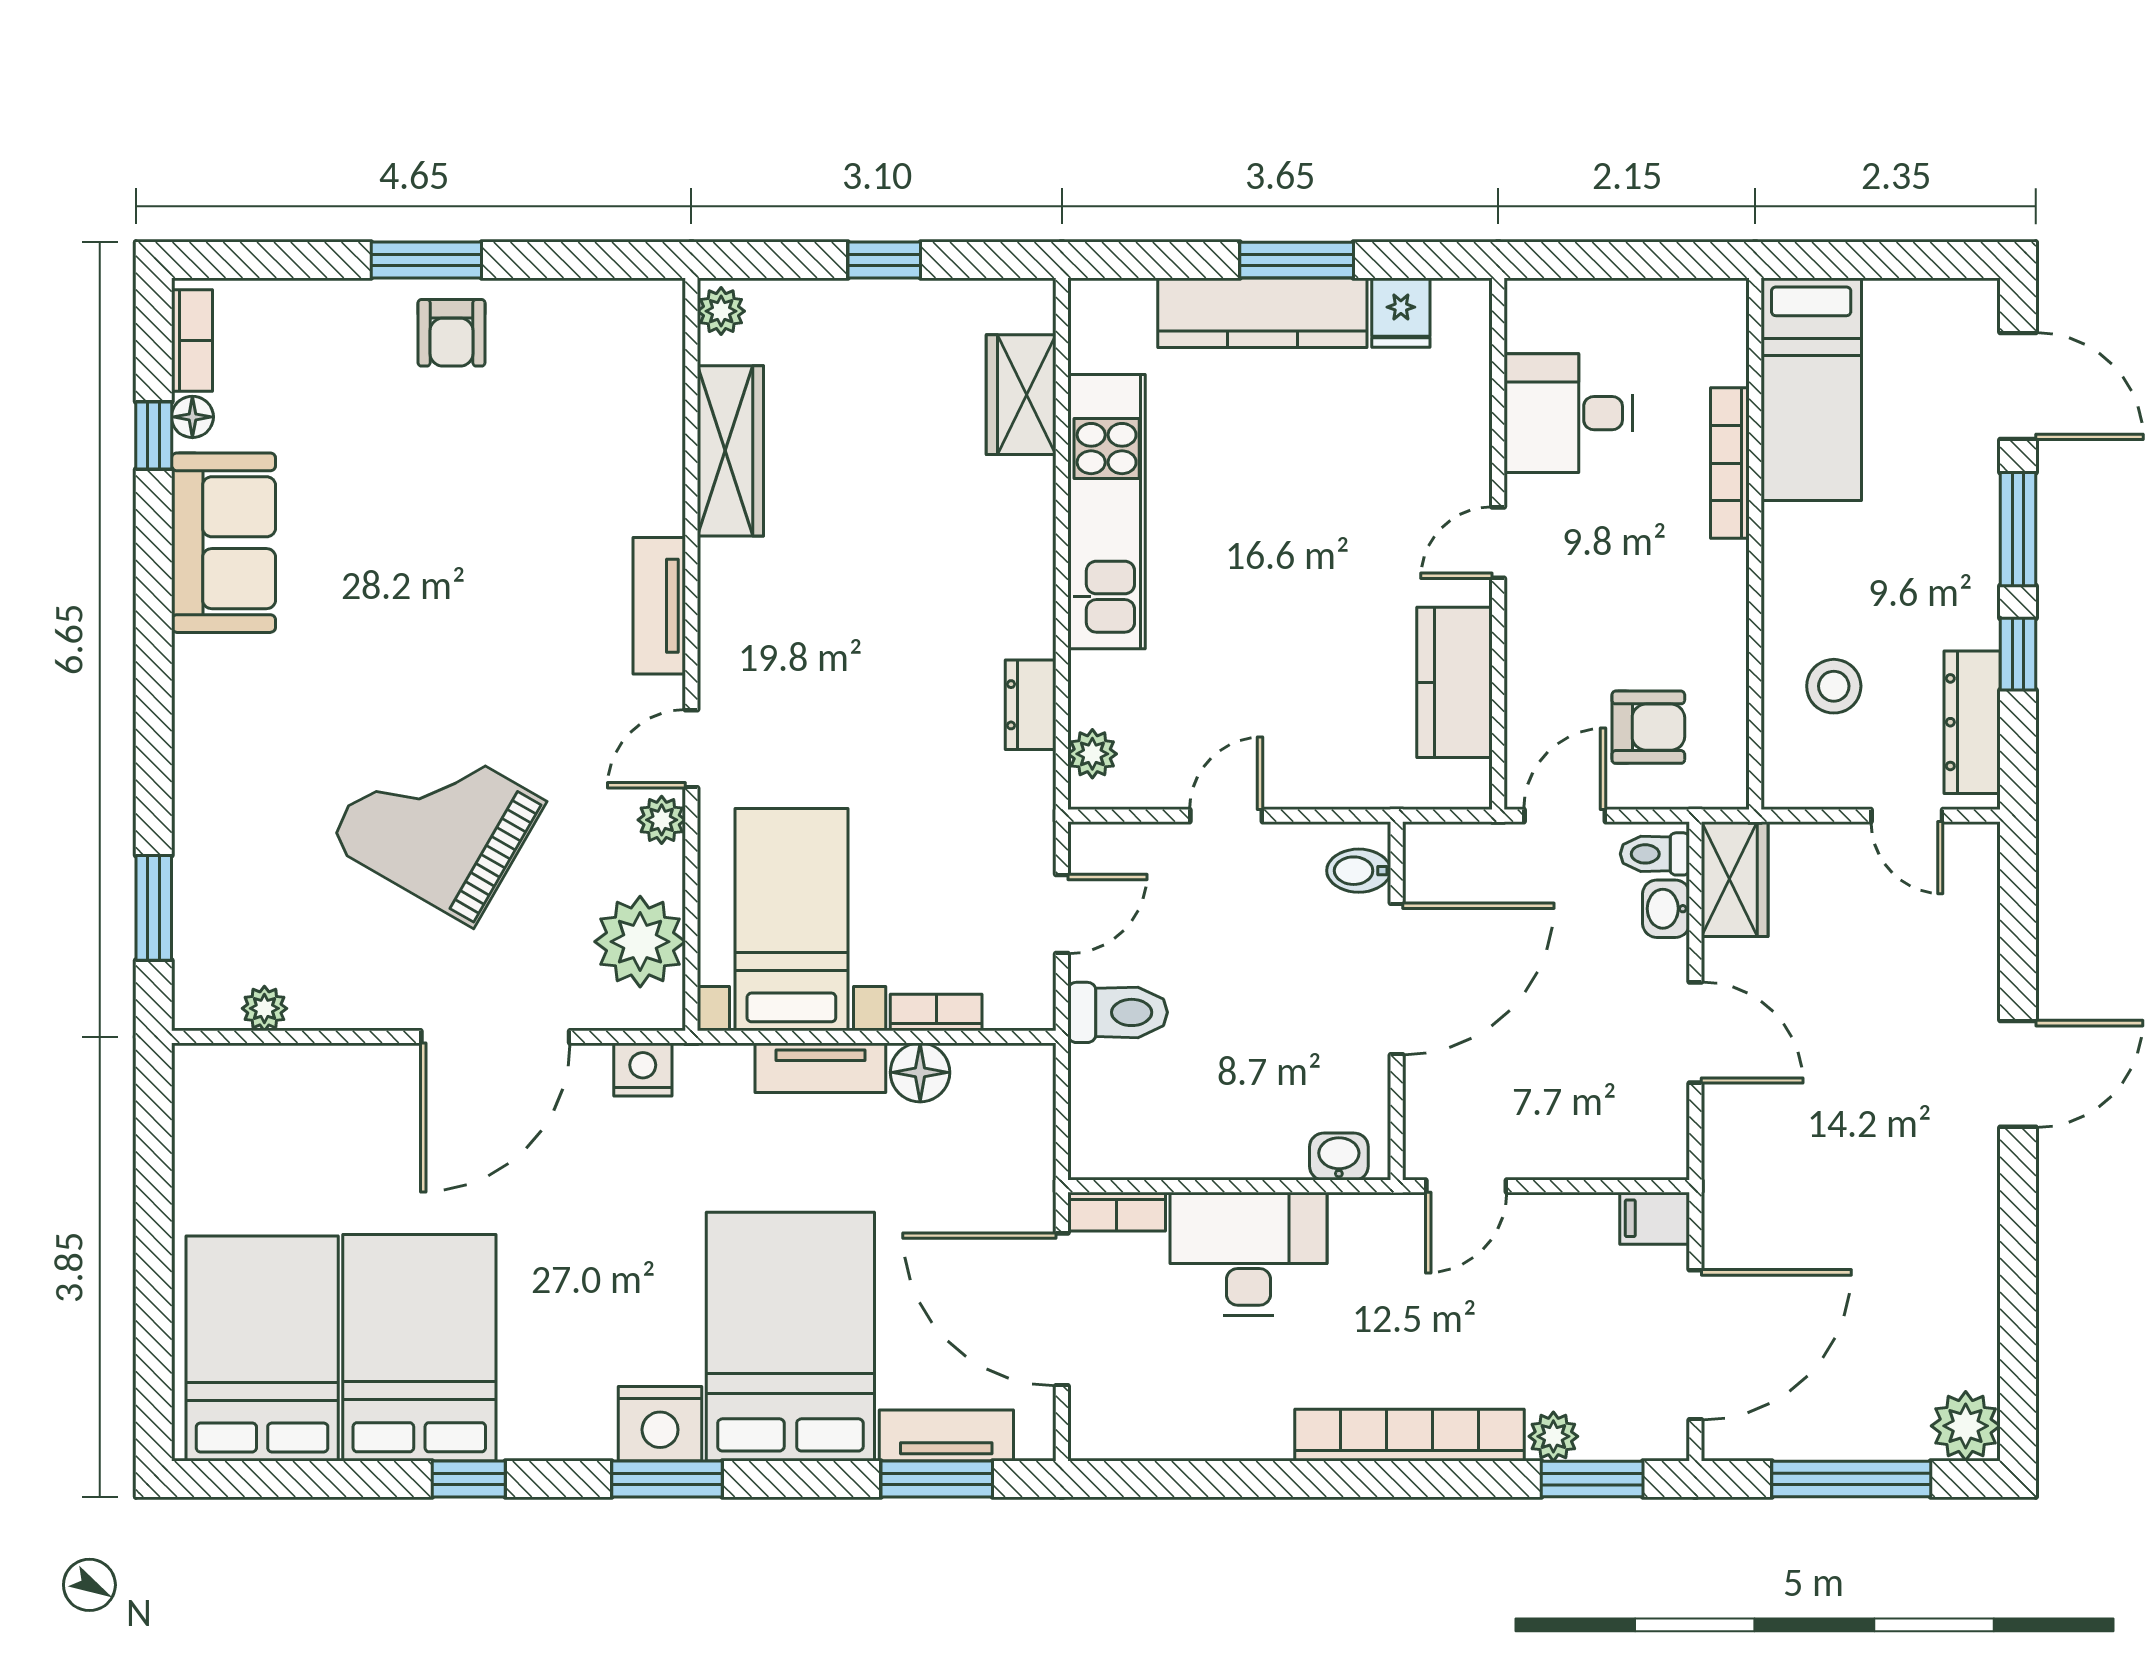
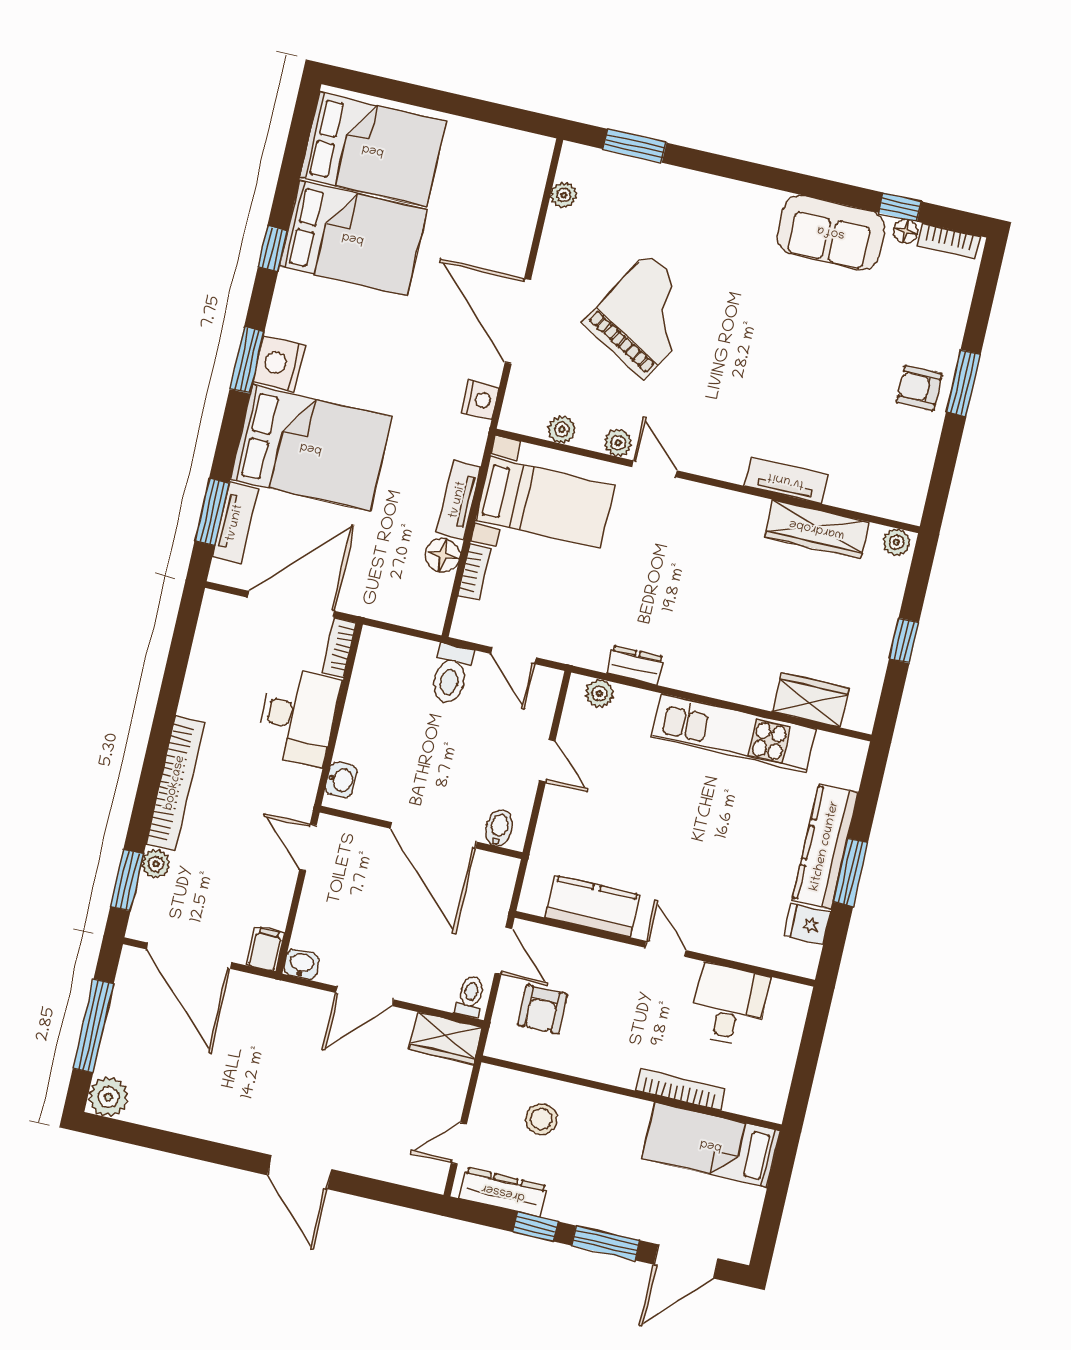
tv unit: (659, 606) -> (786, 480), moved
washbasin: (1666, 909) -> (302, 964), moved
plant: (640, 942) -> (562, 430), width x0.53, depth x0.53

